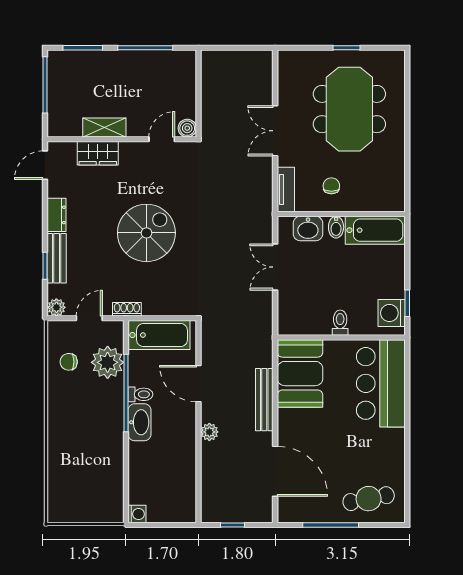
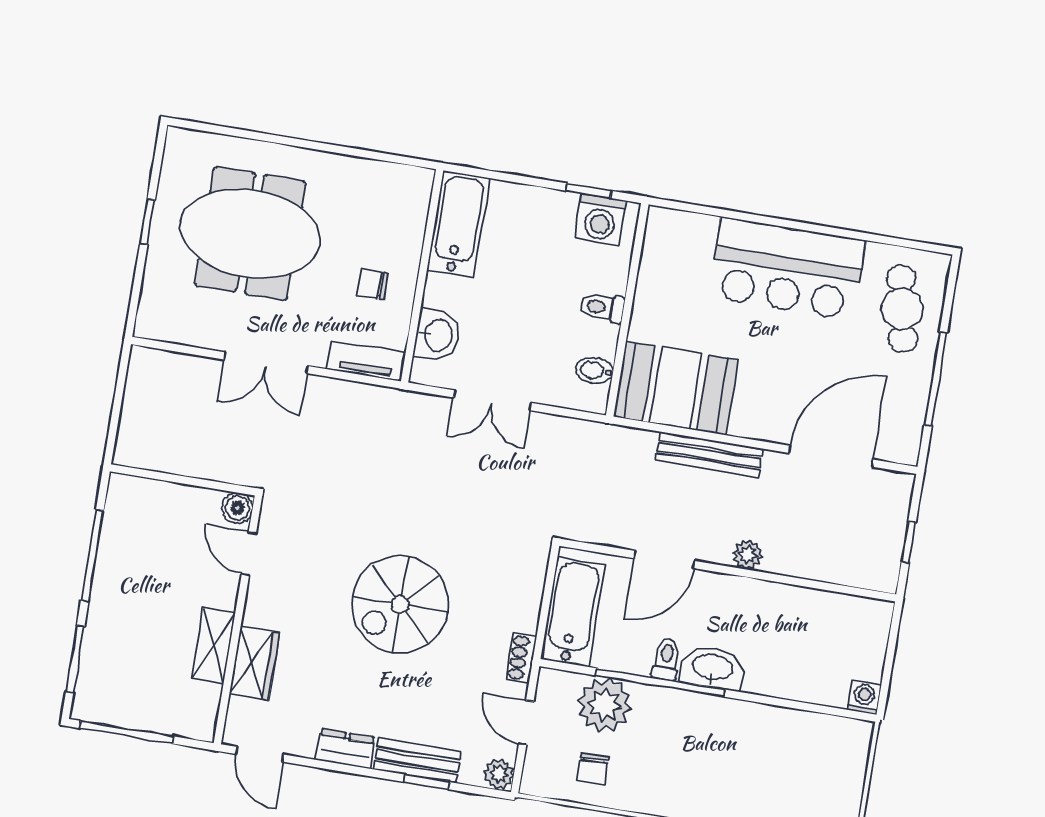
bidet: (336, 227) -> (595, 370), moved, turned 180
spiral stairs: (146, 233) -> (400, 604), turned -90
bar counter: (381, 383) -> (787, 269), moved

